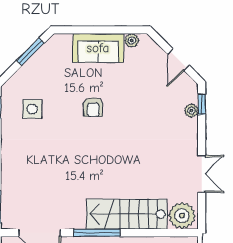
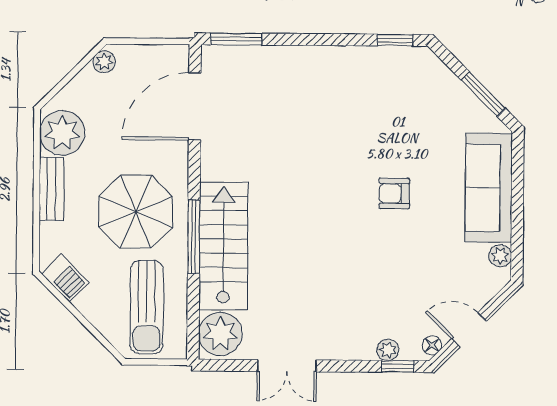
sofa: (98, 48) -> (489, 188), width x1.36
floor lamp: (188, 83) -> (432, 345), added
side table: (32, 109) -> (392, 96), removed
window: (97, 233) -> (194, 237), moved

